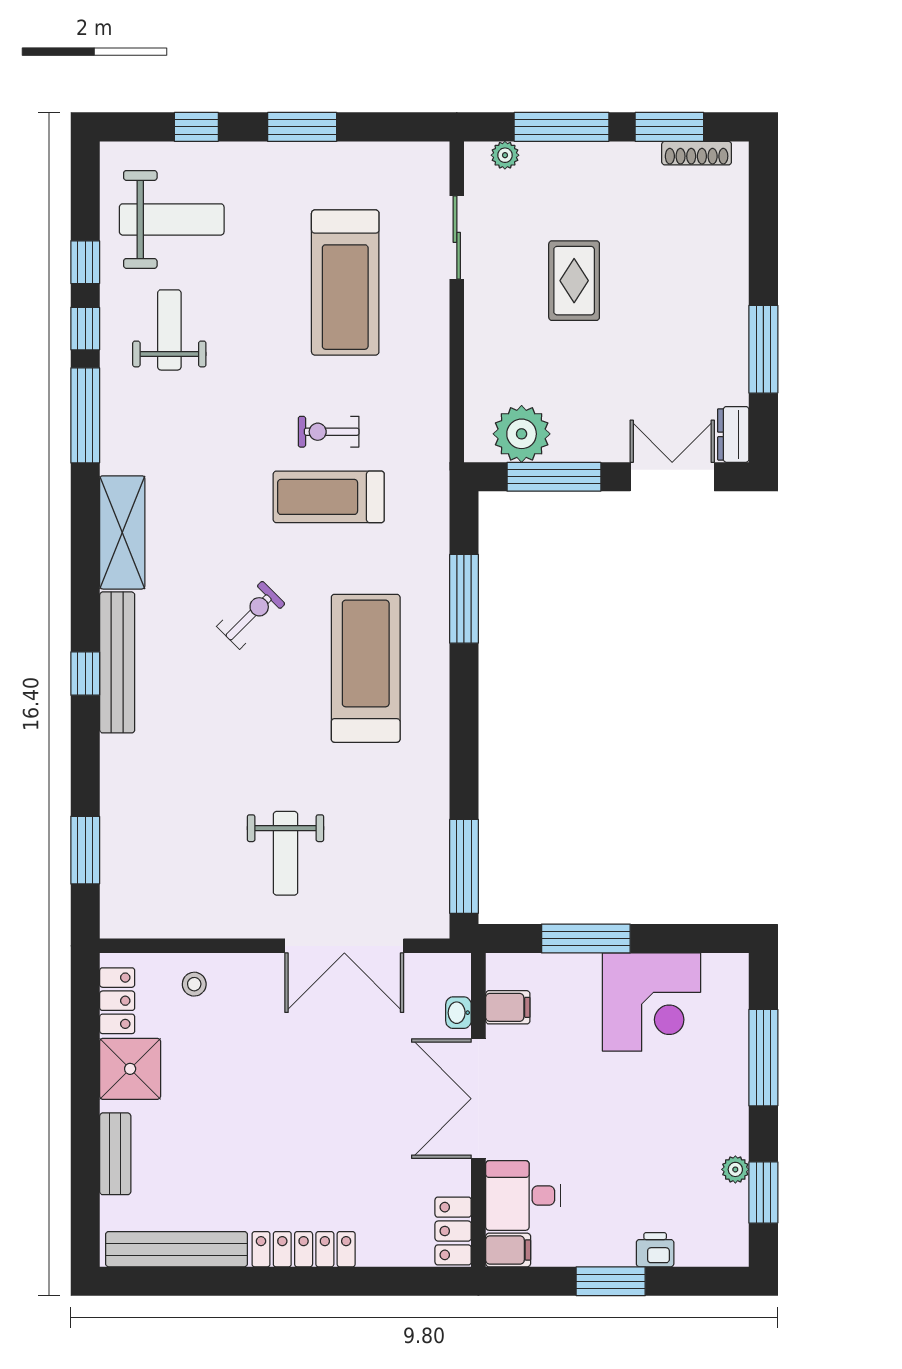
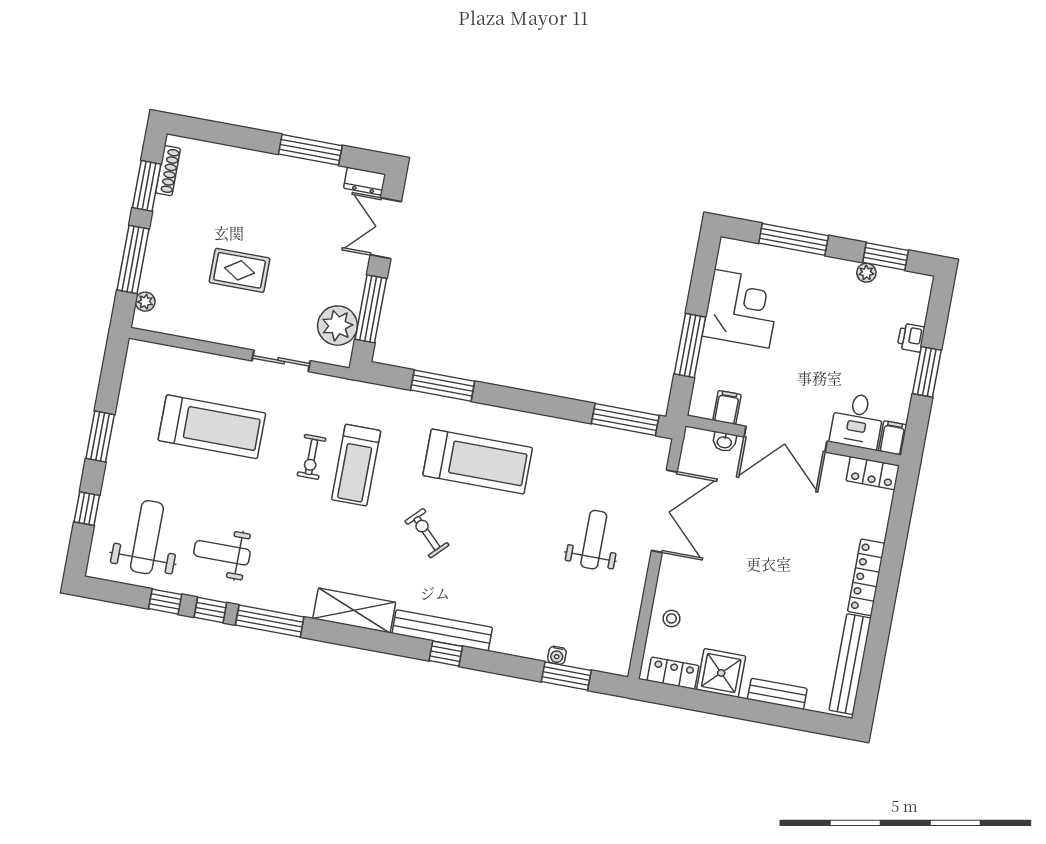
sliding door: (457, 237) -> (281, 361), moved
treadmill: (366, 668) -> (478, 462), turned 180
water cooler: (112, 831) -> (557, 655), added
weight bench: (285, 853) -> (594, 540), turned -90

